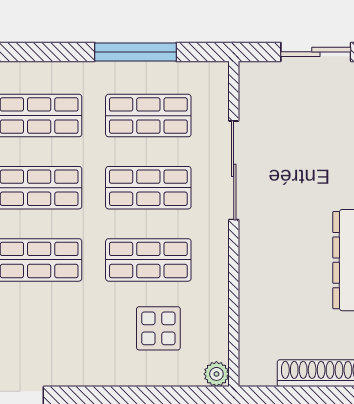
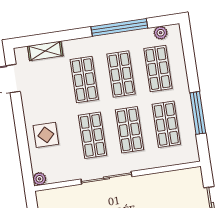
sliding door: (234, 170) -> (106, 178), moved
display table: (158, 328) -> (46, 135), moved

